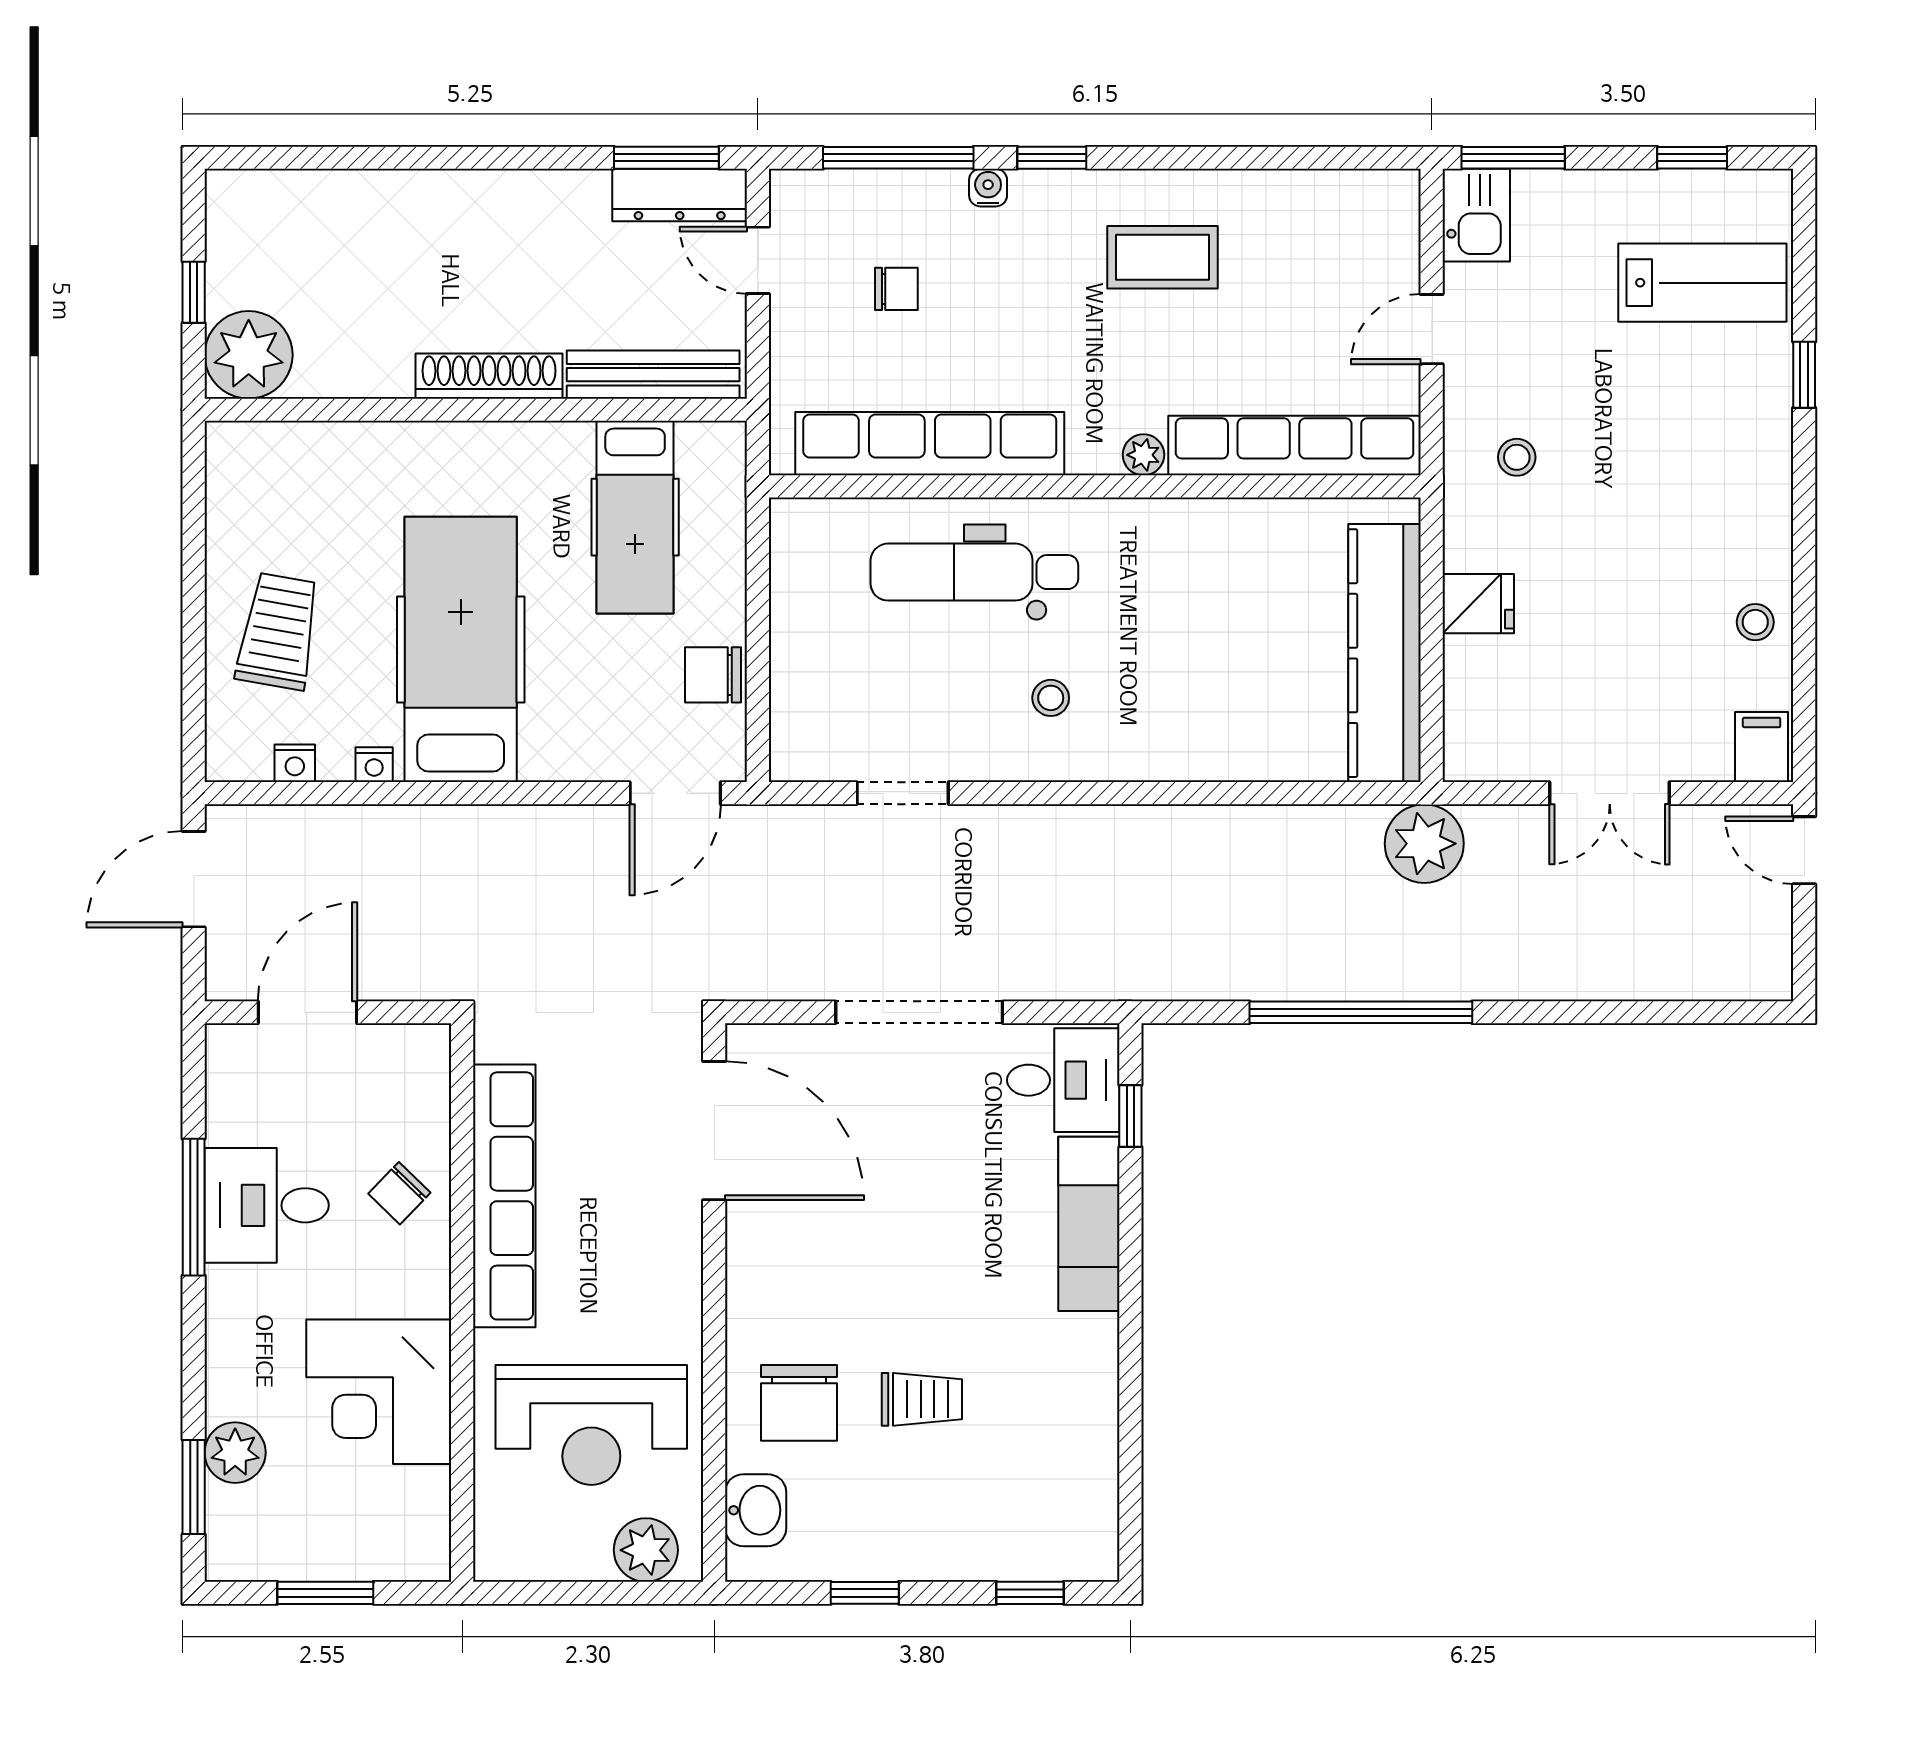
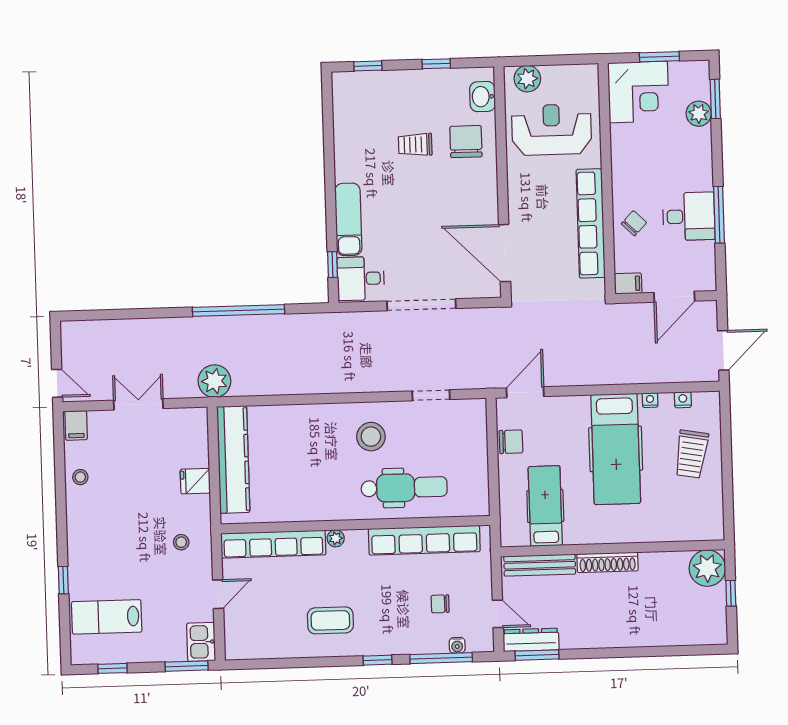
water cooler: (988, 188) -> (457, 645), moved
stool: (1051, 698) -> (371, 437), width x1.89, depth x1.89
filing cabinet: (418, 1048) -> (628, 284), added
corner desk: (379, 1392) -> (638, 92), moved, turned 90

